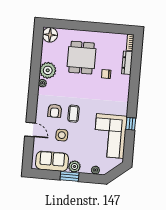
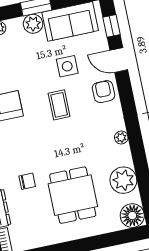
plant: (48, 70) -> (123, 180), moved
armchair: (55, 111) -> (103, 92), moved
window: (28, 151) -> (112, 26), added

